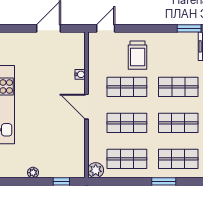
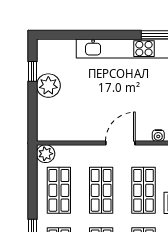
plant: (33, 173) -> (48, 86), width x1.87, depth x1.87
window: (61, 181) -> (32, 71), moved

